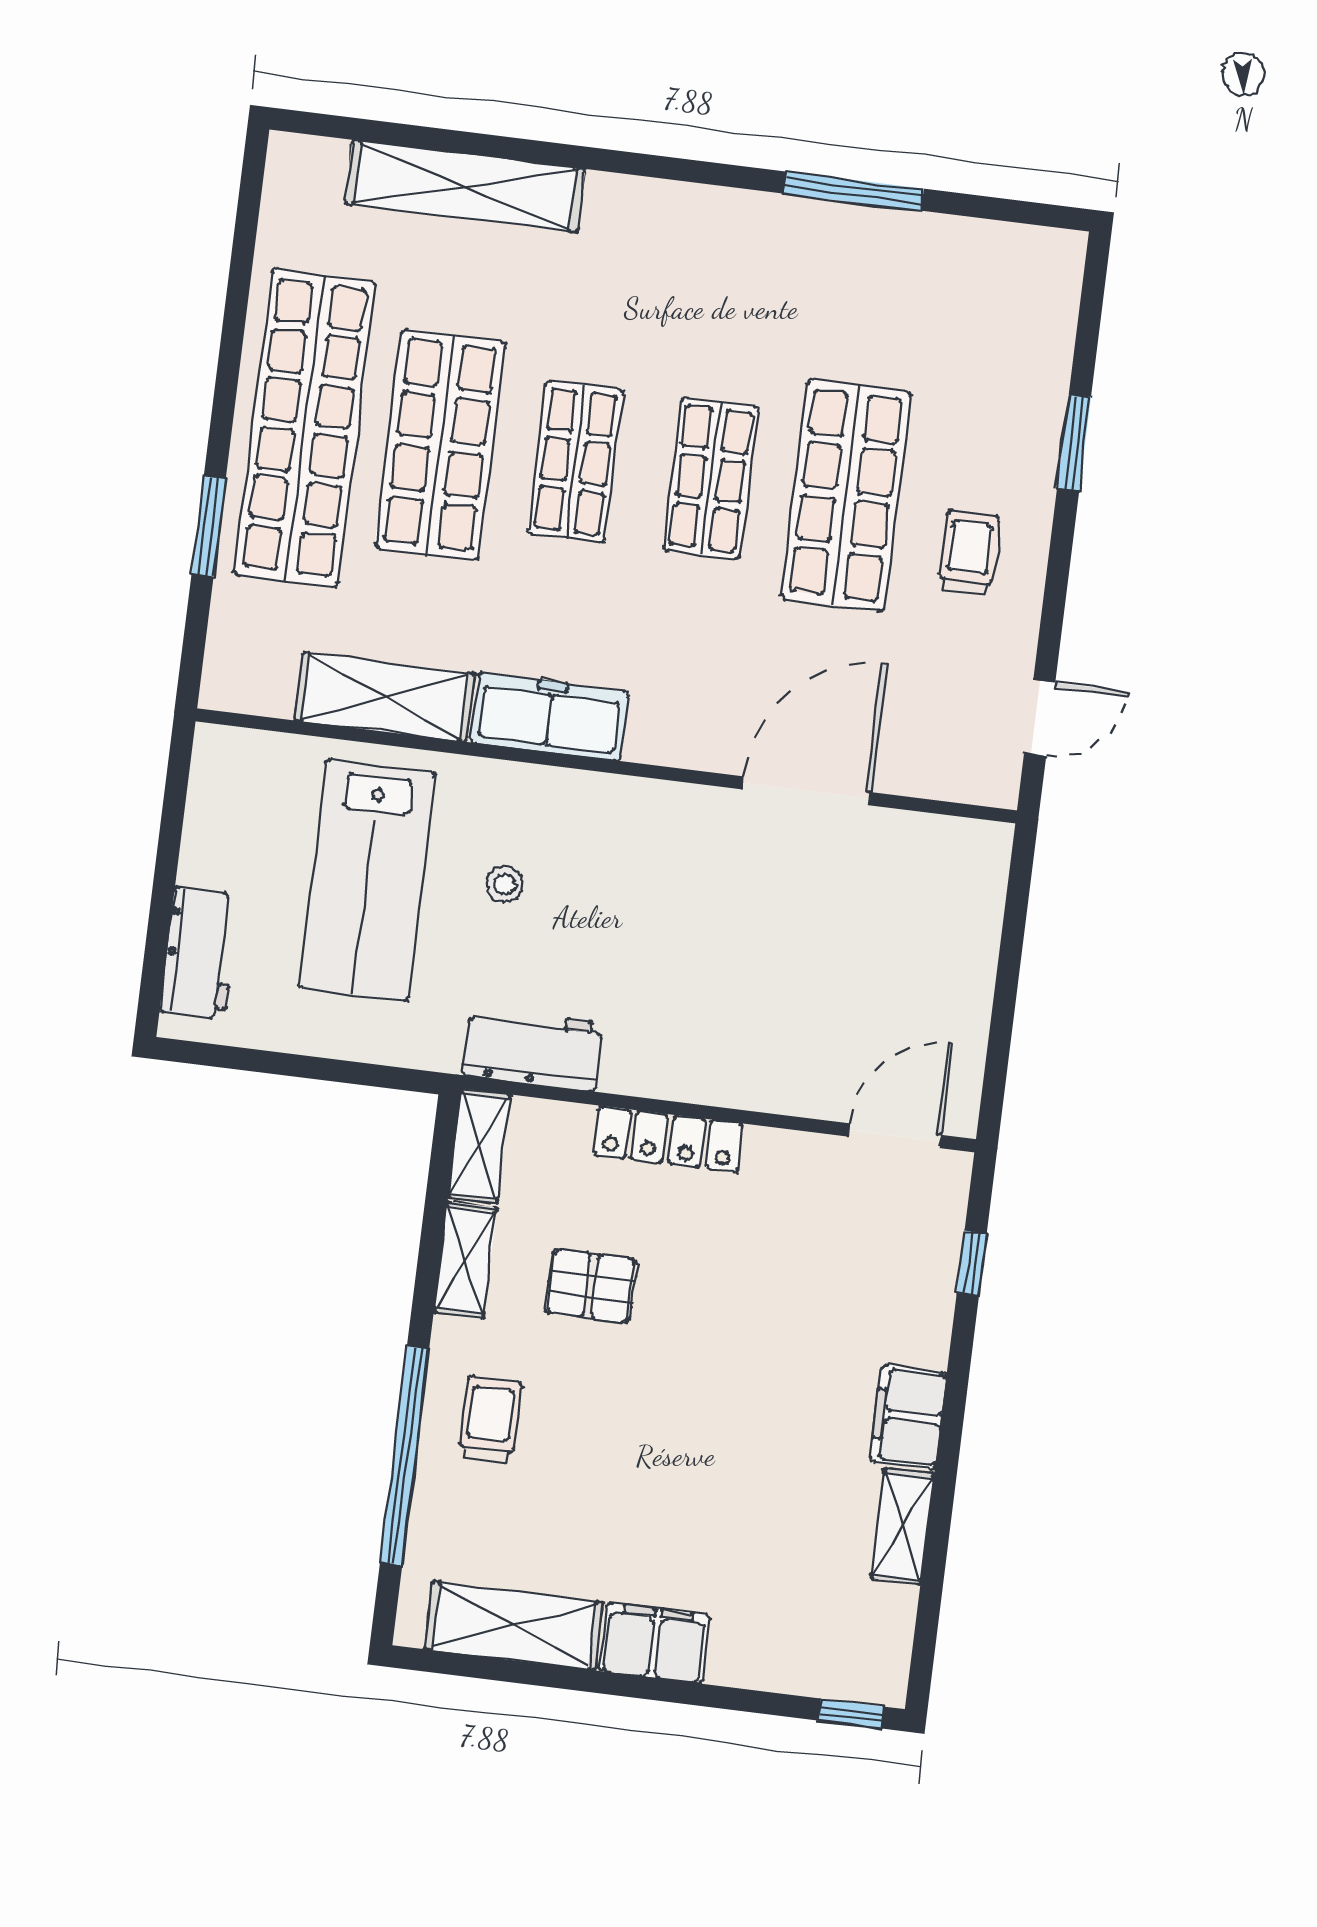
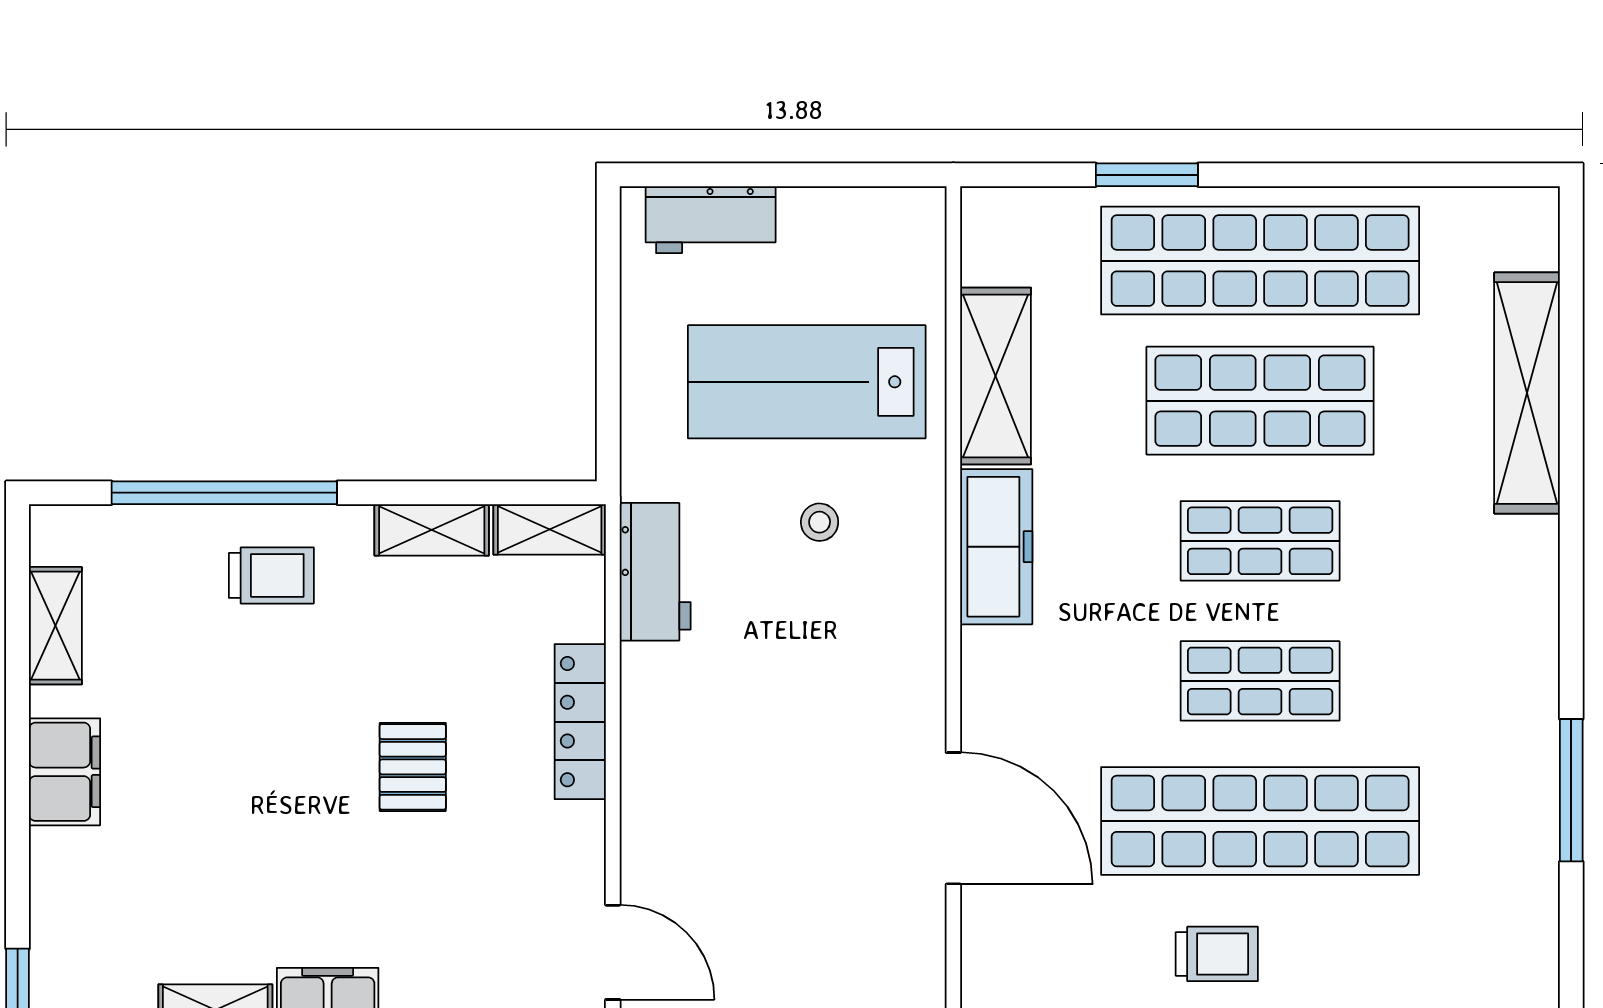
shop shelf: (846, 495) -> (1260, 821), width x1.40
pallet: (591, 1286) -> (413, 767), moved
shelving: (514, 1626) -> (55, 626), width x0.67, depth x0.75

